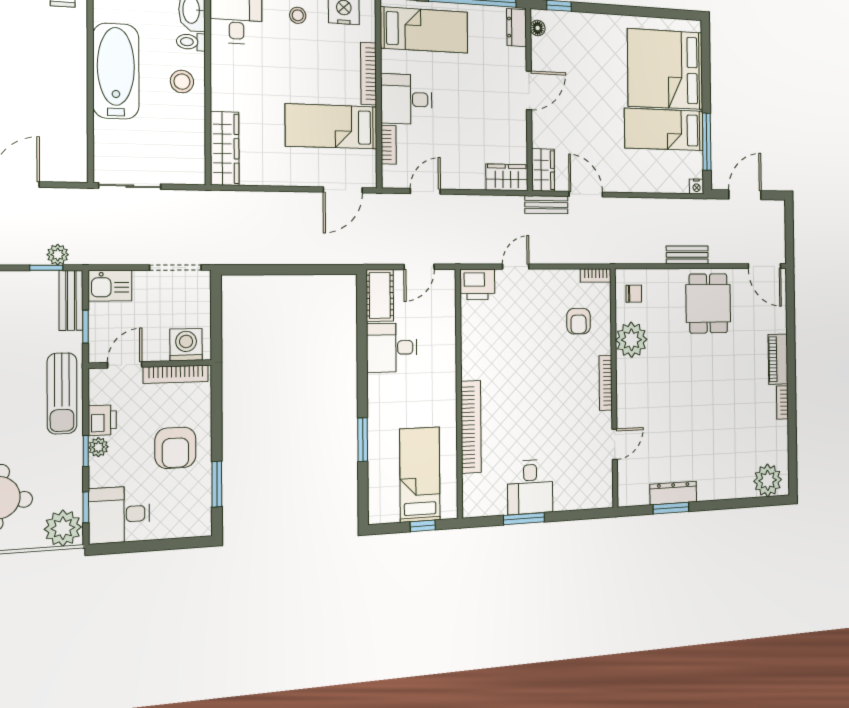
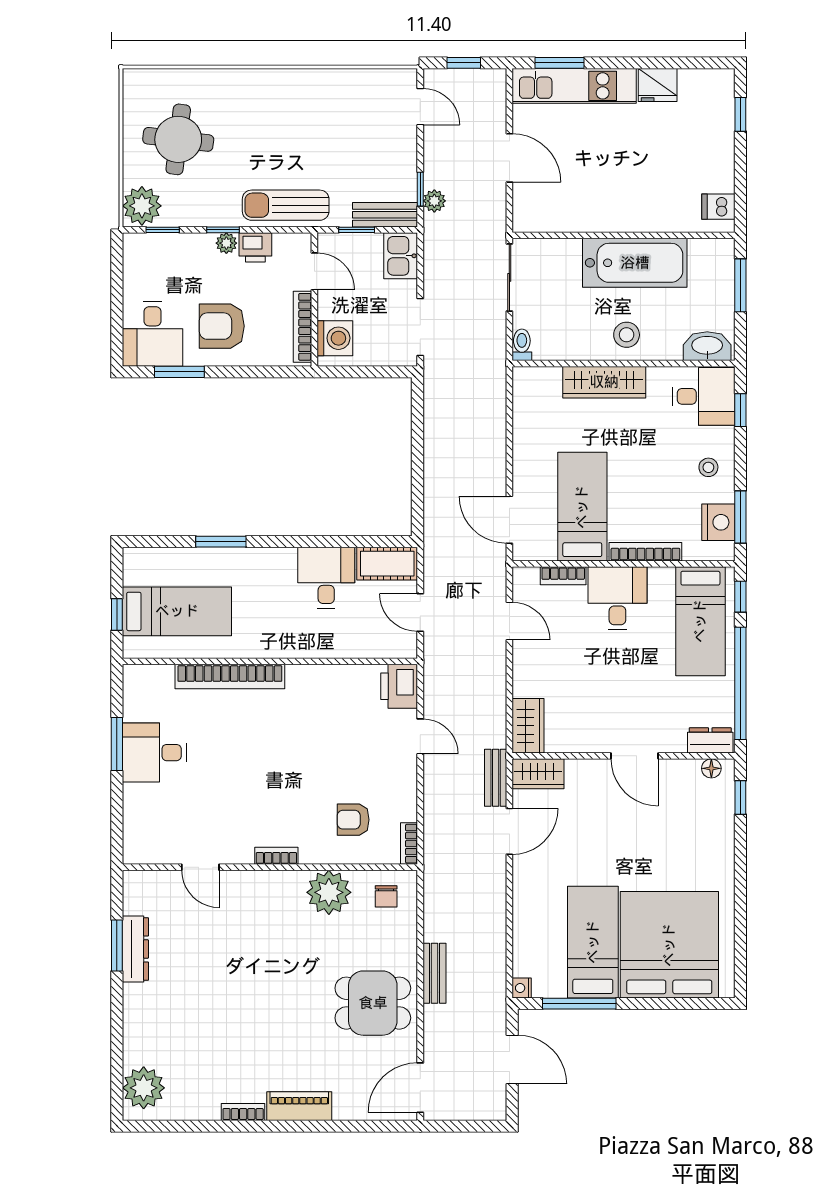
toilet: (191, 42) -> (522, 345), moved
wardrobe: (225, 148) -> (604, 382), moved
bookcase: (606, 383) -> (276, 856), width x0.64
desk: (119, 515) -> (152, 334), moved, turned 180

